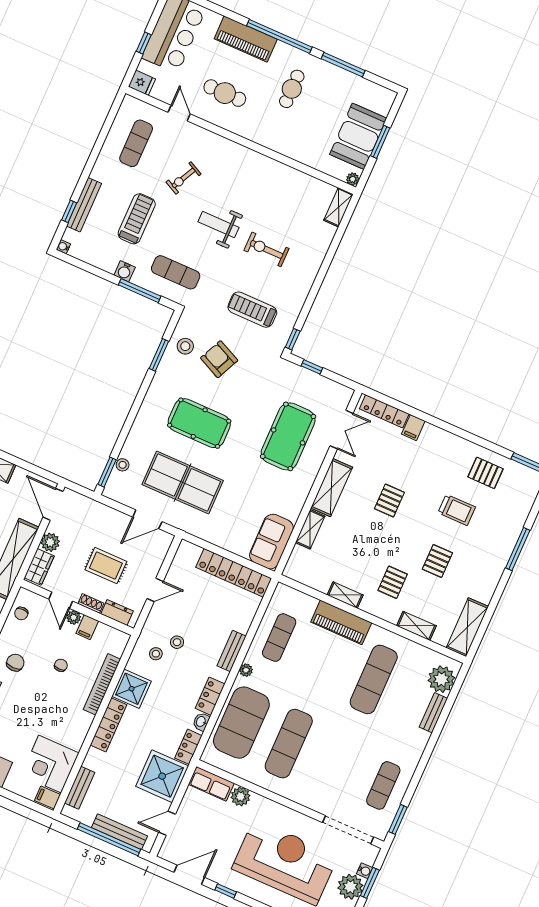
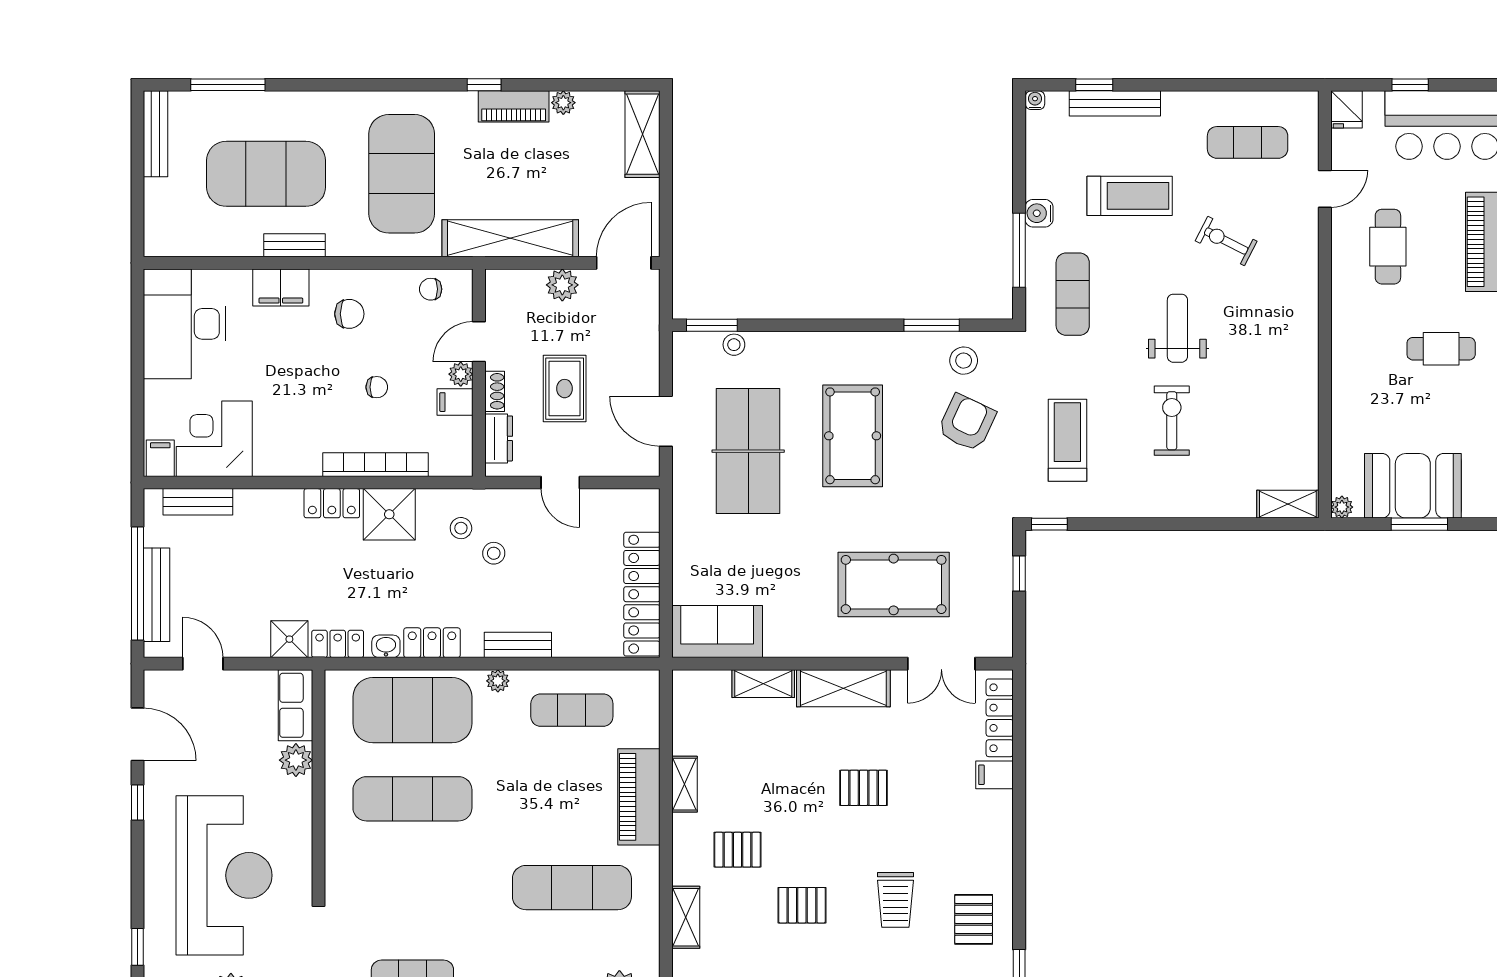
wardrobe: (39, 567) -> (516, 285), removed
locker: (108, 725) -> (332, 503), width x0.66
shower: (162, 776) -> (289, 639), width x0.54, depth x0.54

